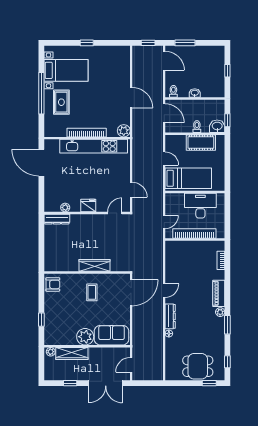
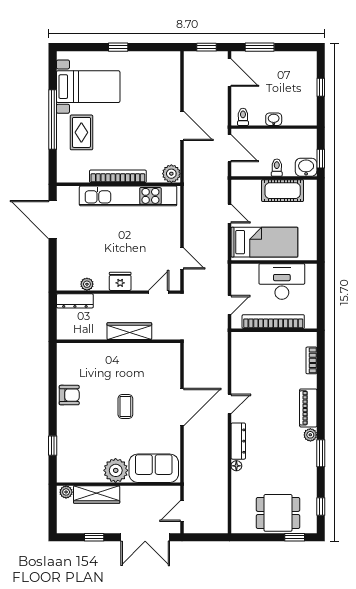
wardrobe: (95, 265) -> (129, 331), moved
wall: (87, 272) -> (119, 341), moved

